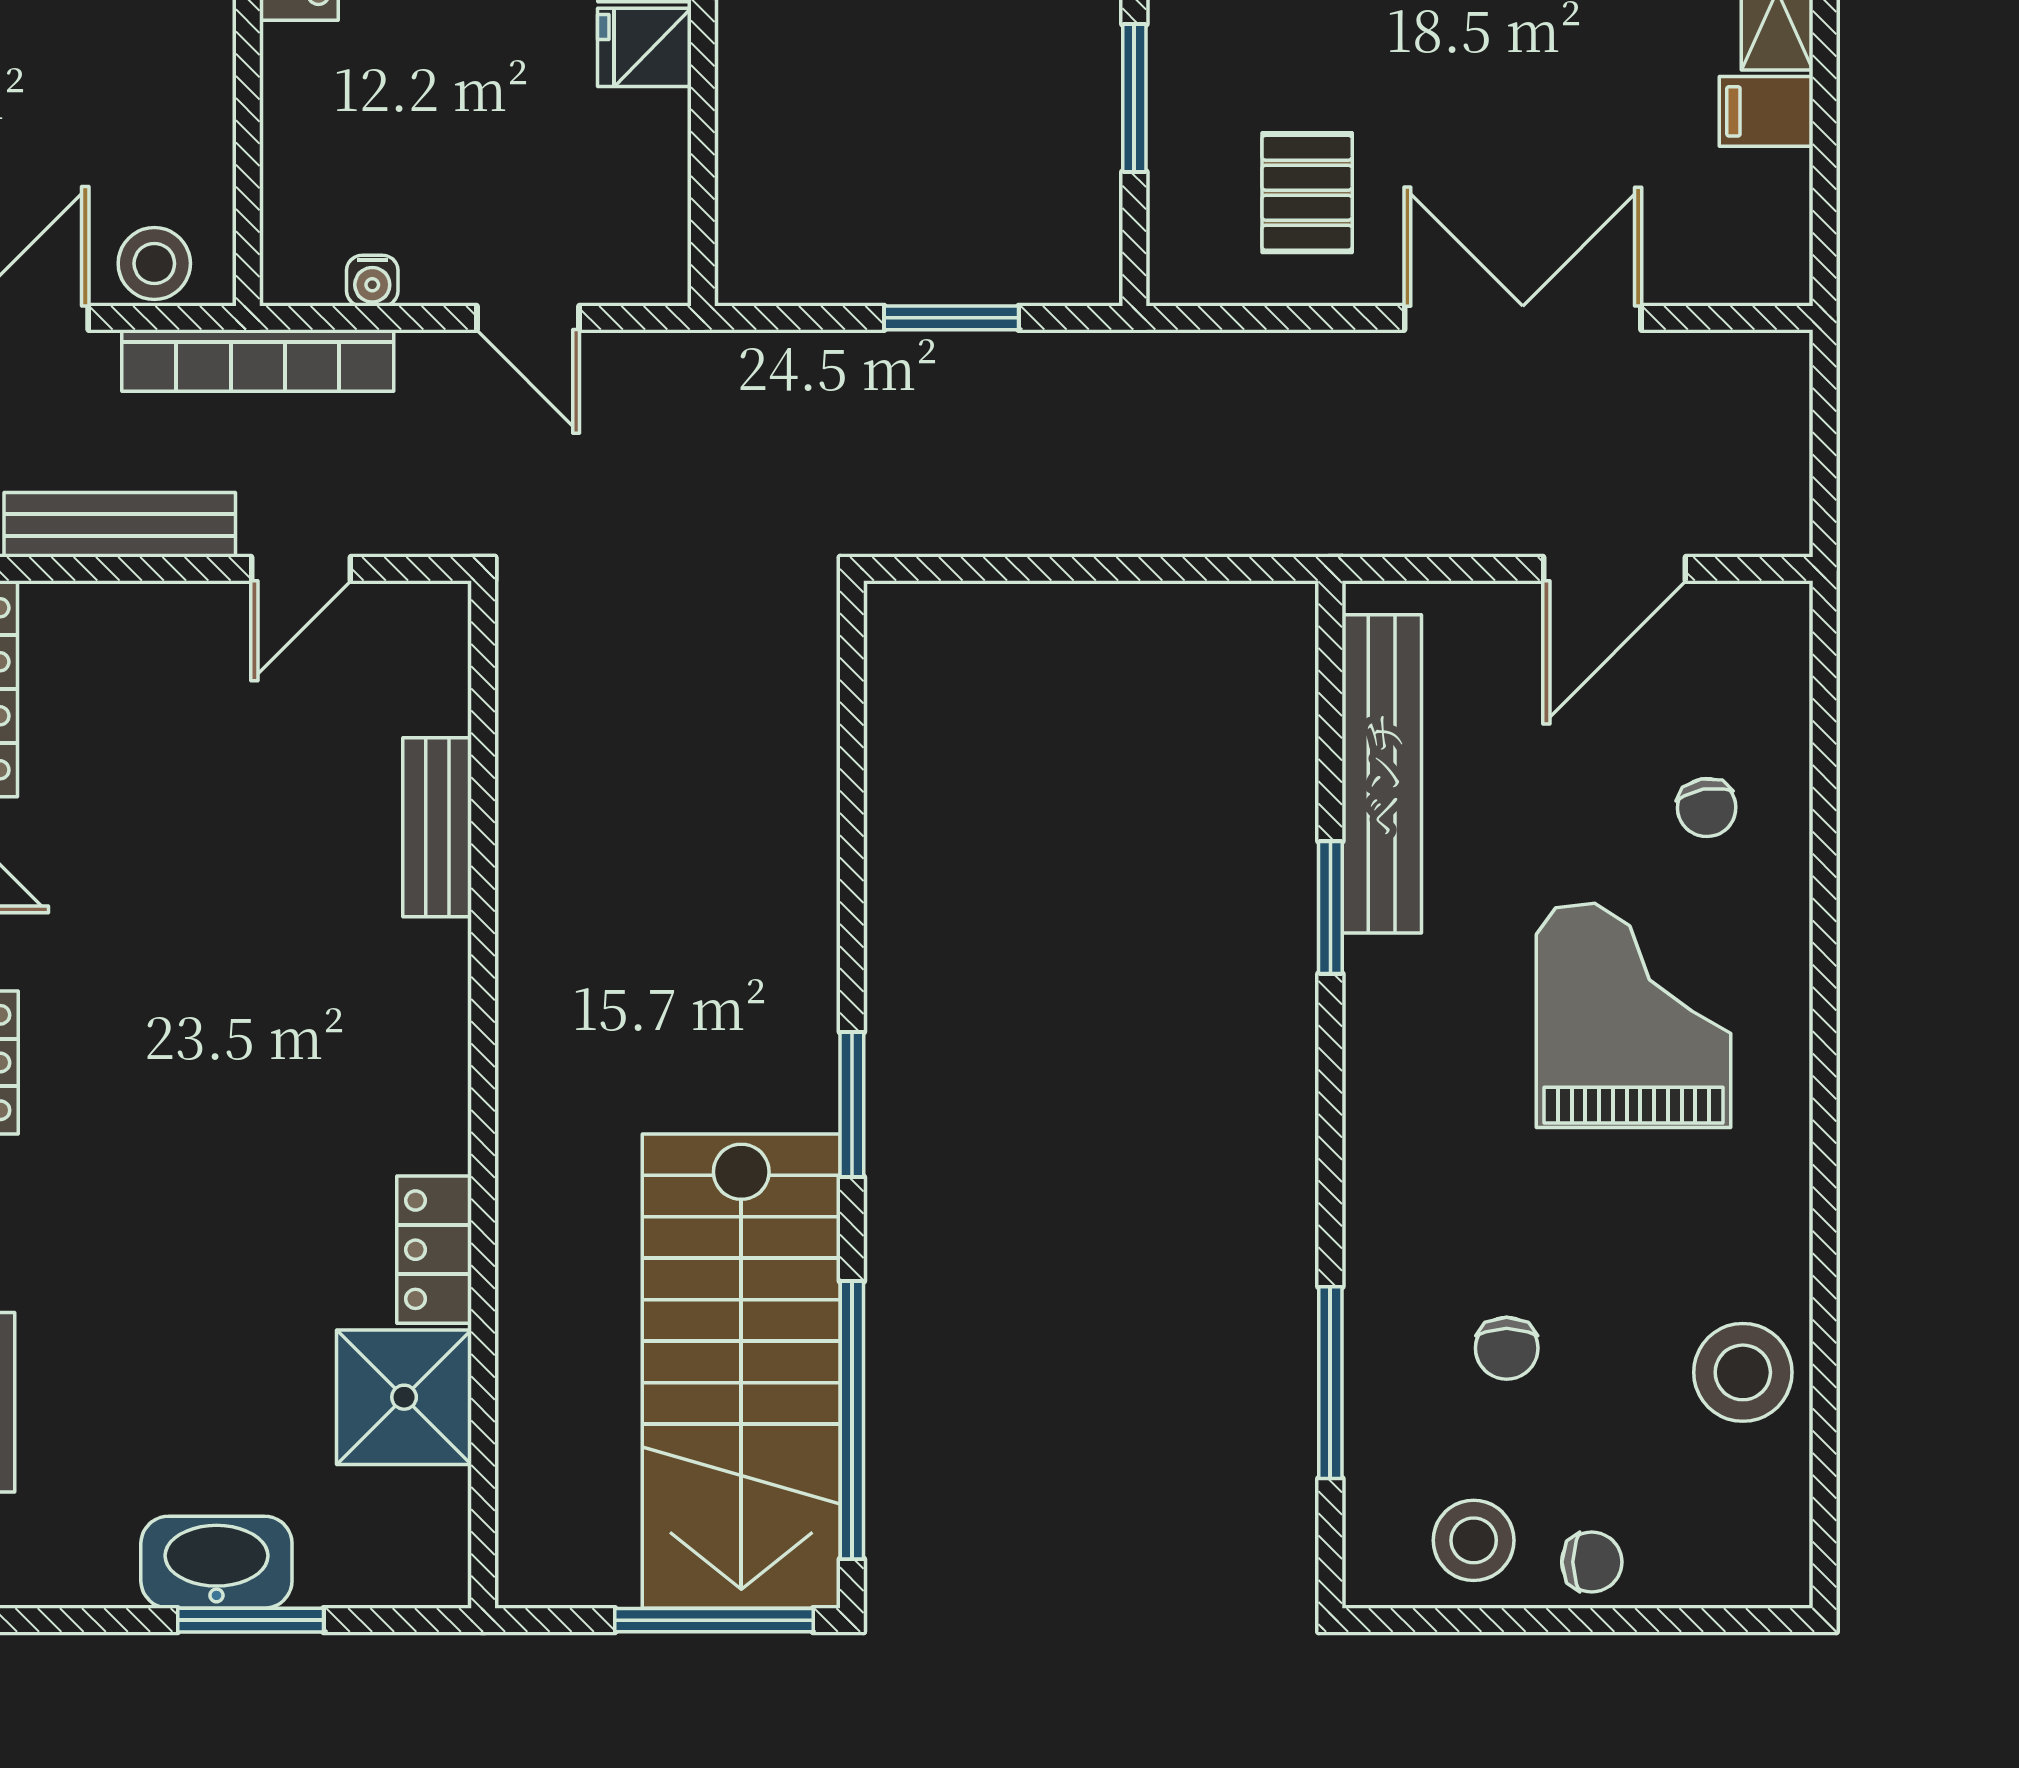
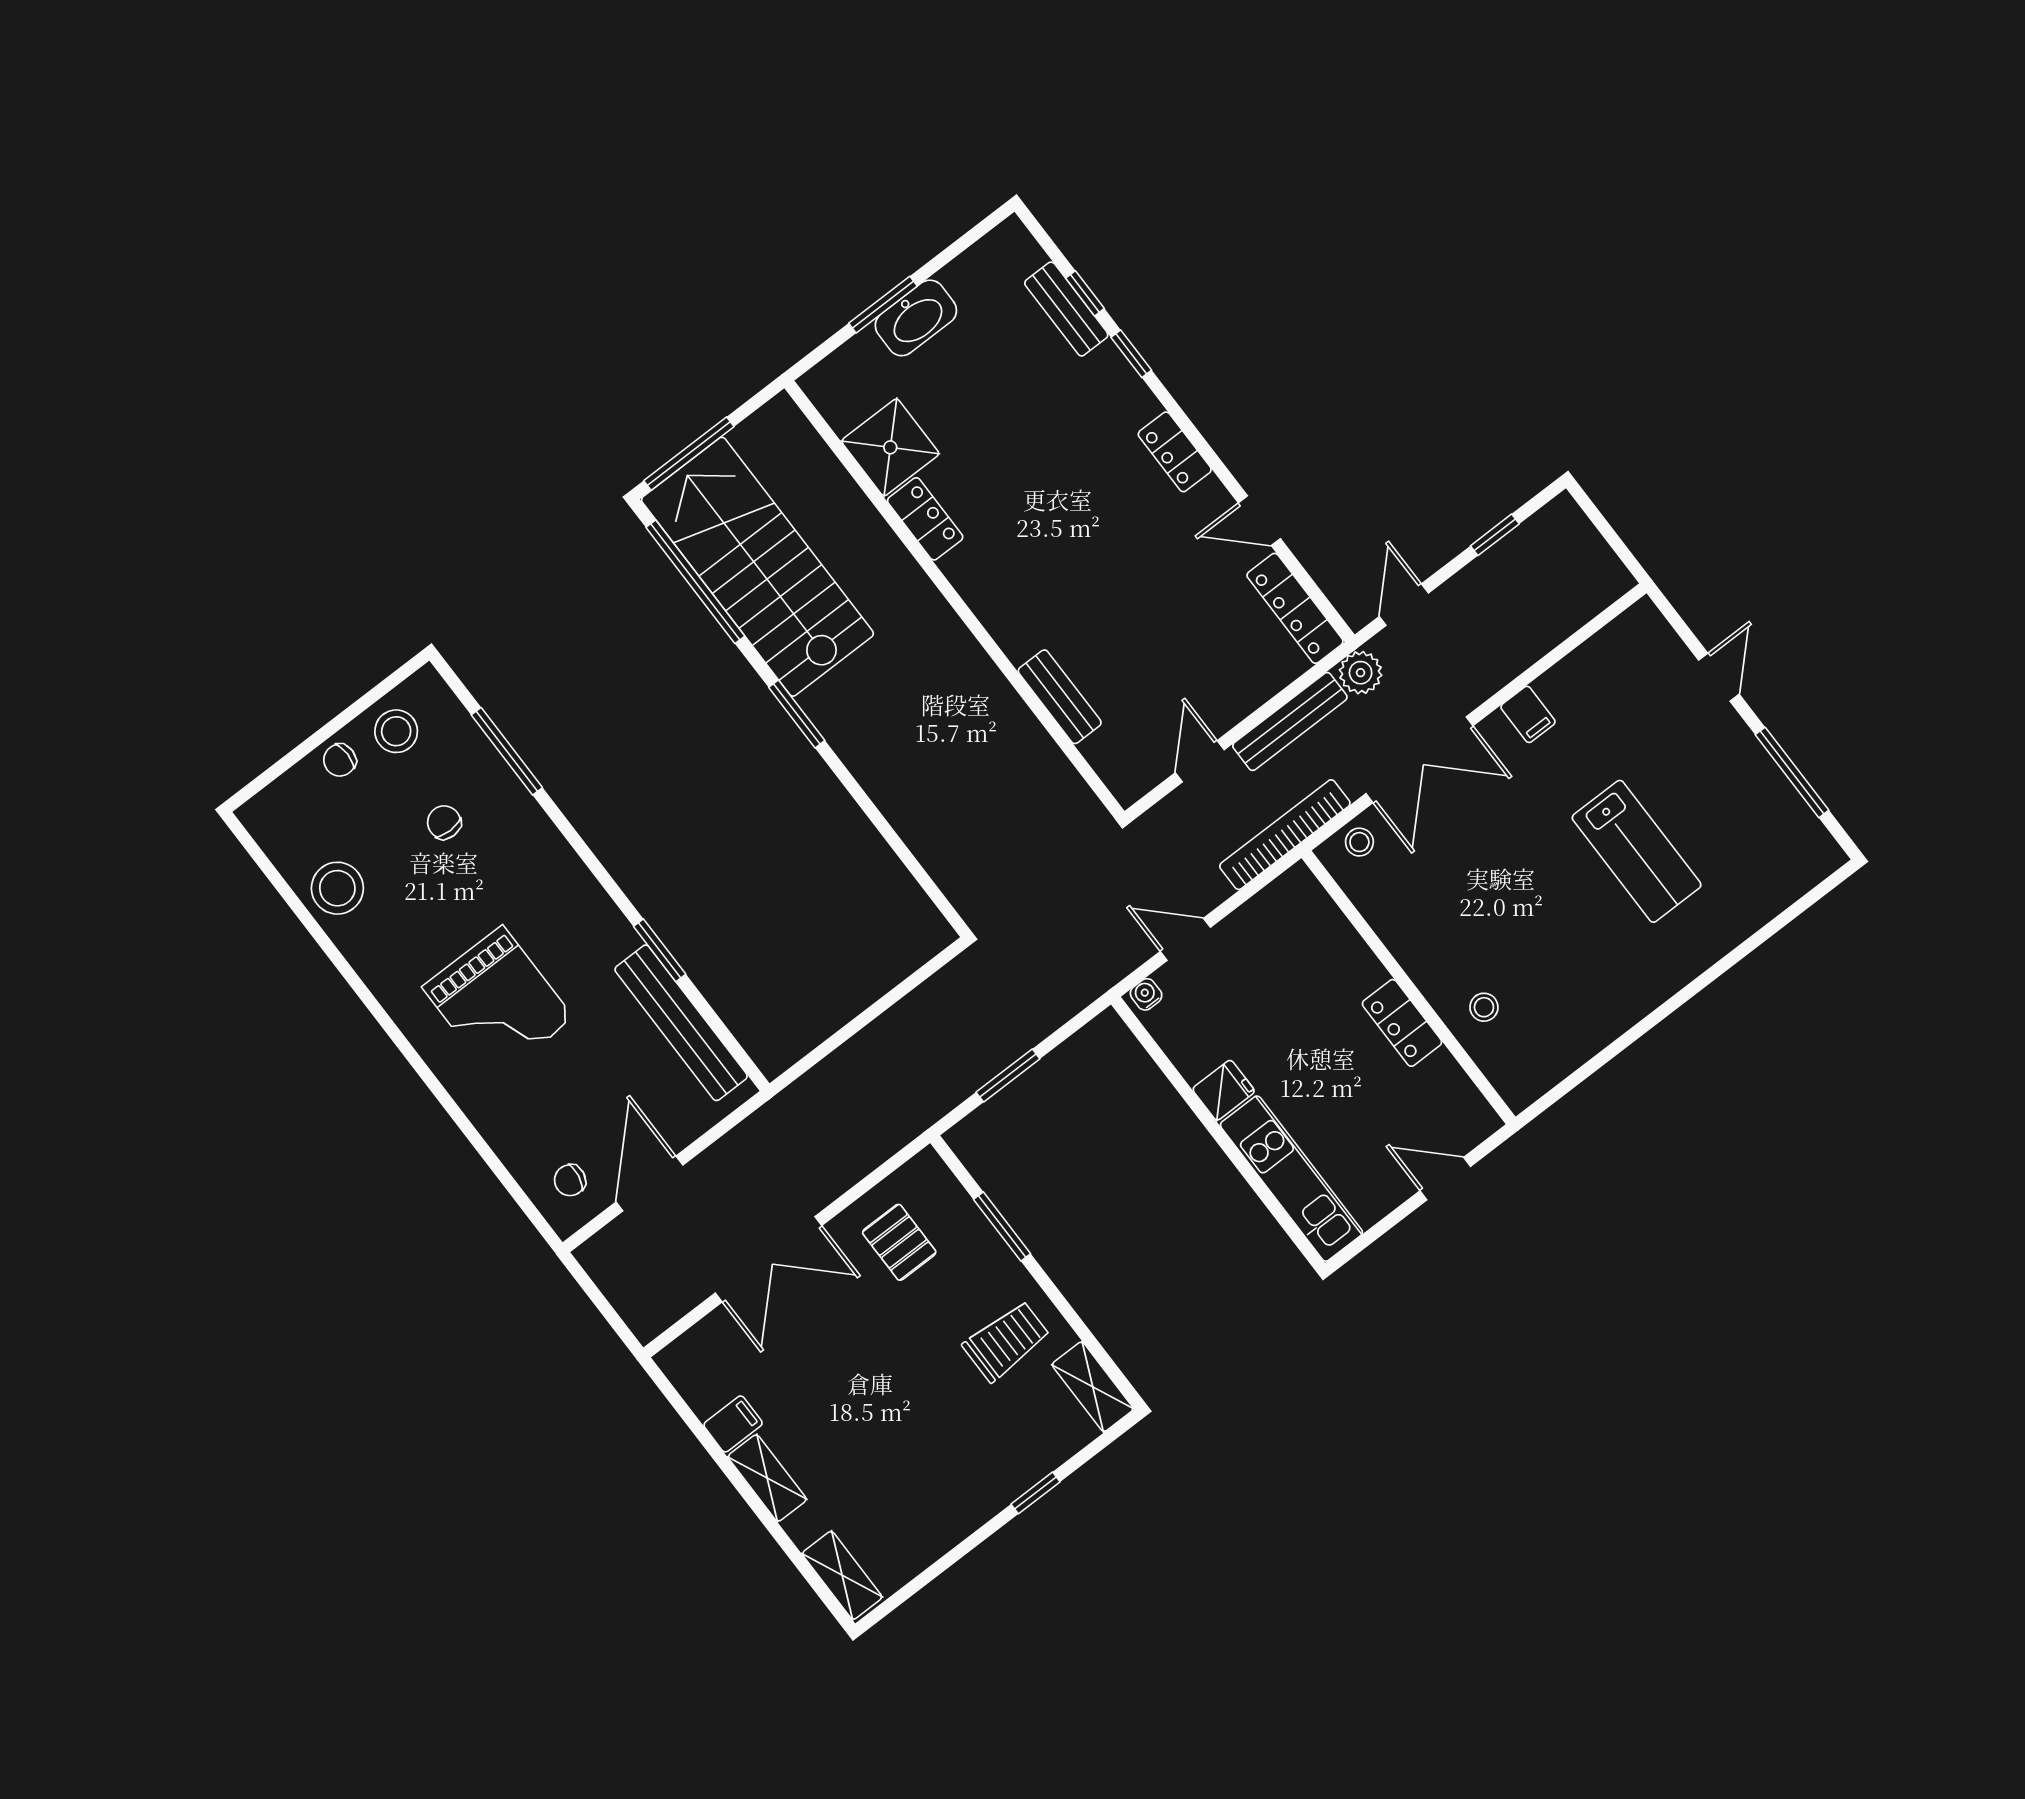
stool: (154, 263) -> (1359, 842), width x0.73, depth x0.73
water cooler: (372, 281) -> (1146, 994), moved
chair: (1707, 808) -> (570, 1180), moved, turned -70

